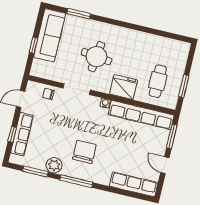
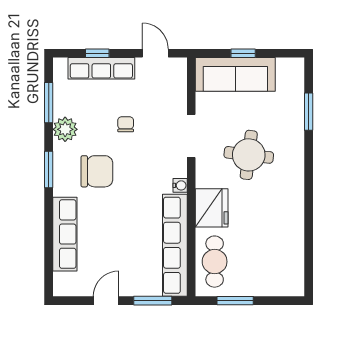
sofa: (50, 35) -> (235, 74), moved
cafe table: (158, 81) -> (215, 262), moved, turned 90
chair: (48, 94) -> (126, 124), moved
window: (76, 181) -> (49, 170), width x0.69
row of seats: (134, 184) -> (65, 234), moved

